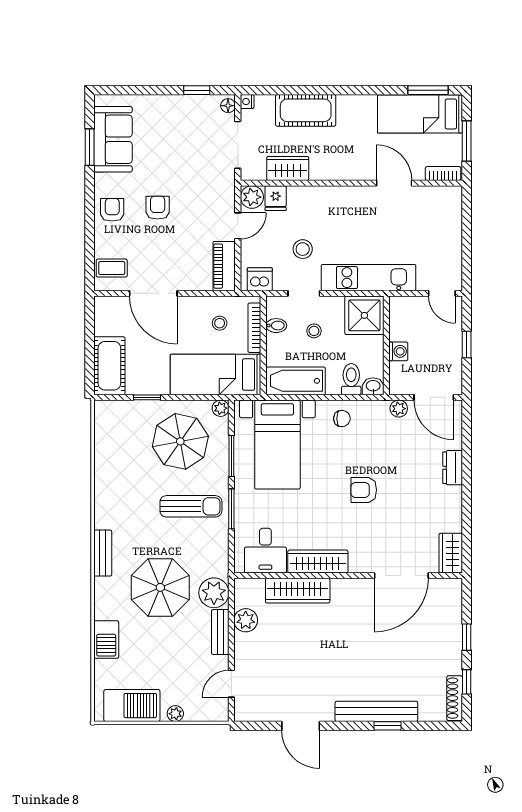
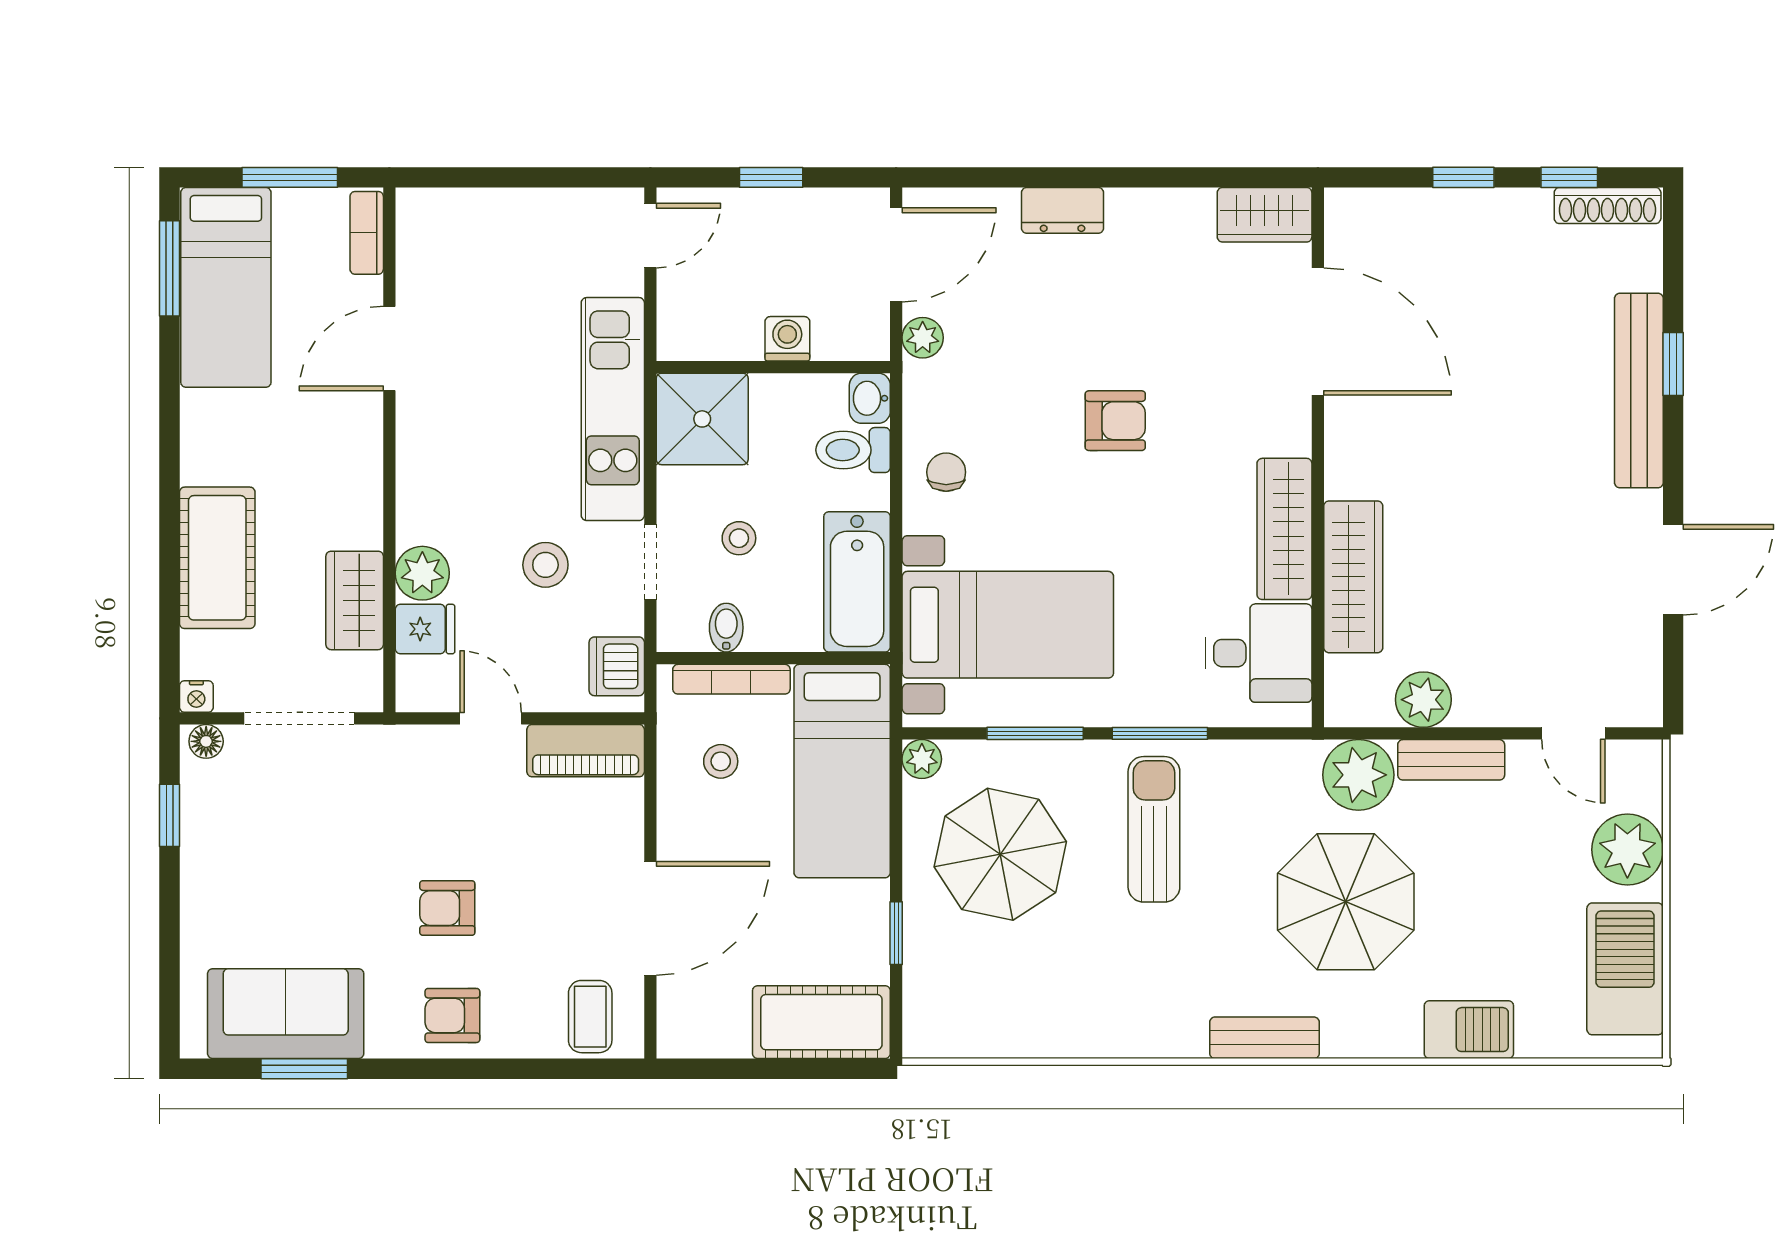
plant: (252, 197) -> (422, 573), moved
armchair: (364, 490) -> (1115, 421), turned -90
plant: (175, 714) -> (1627, 850), width x1.88, depth x1.88

